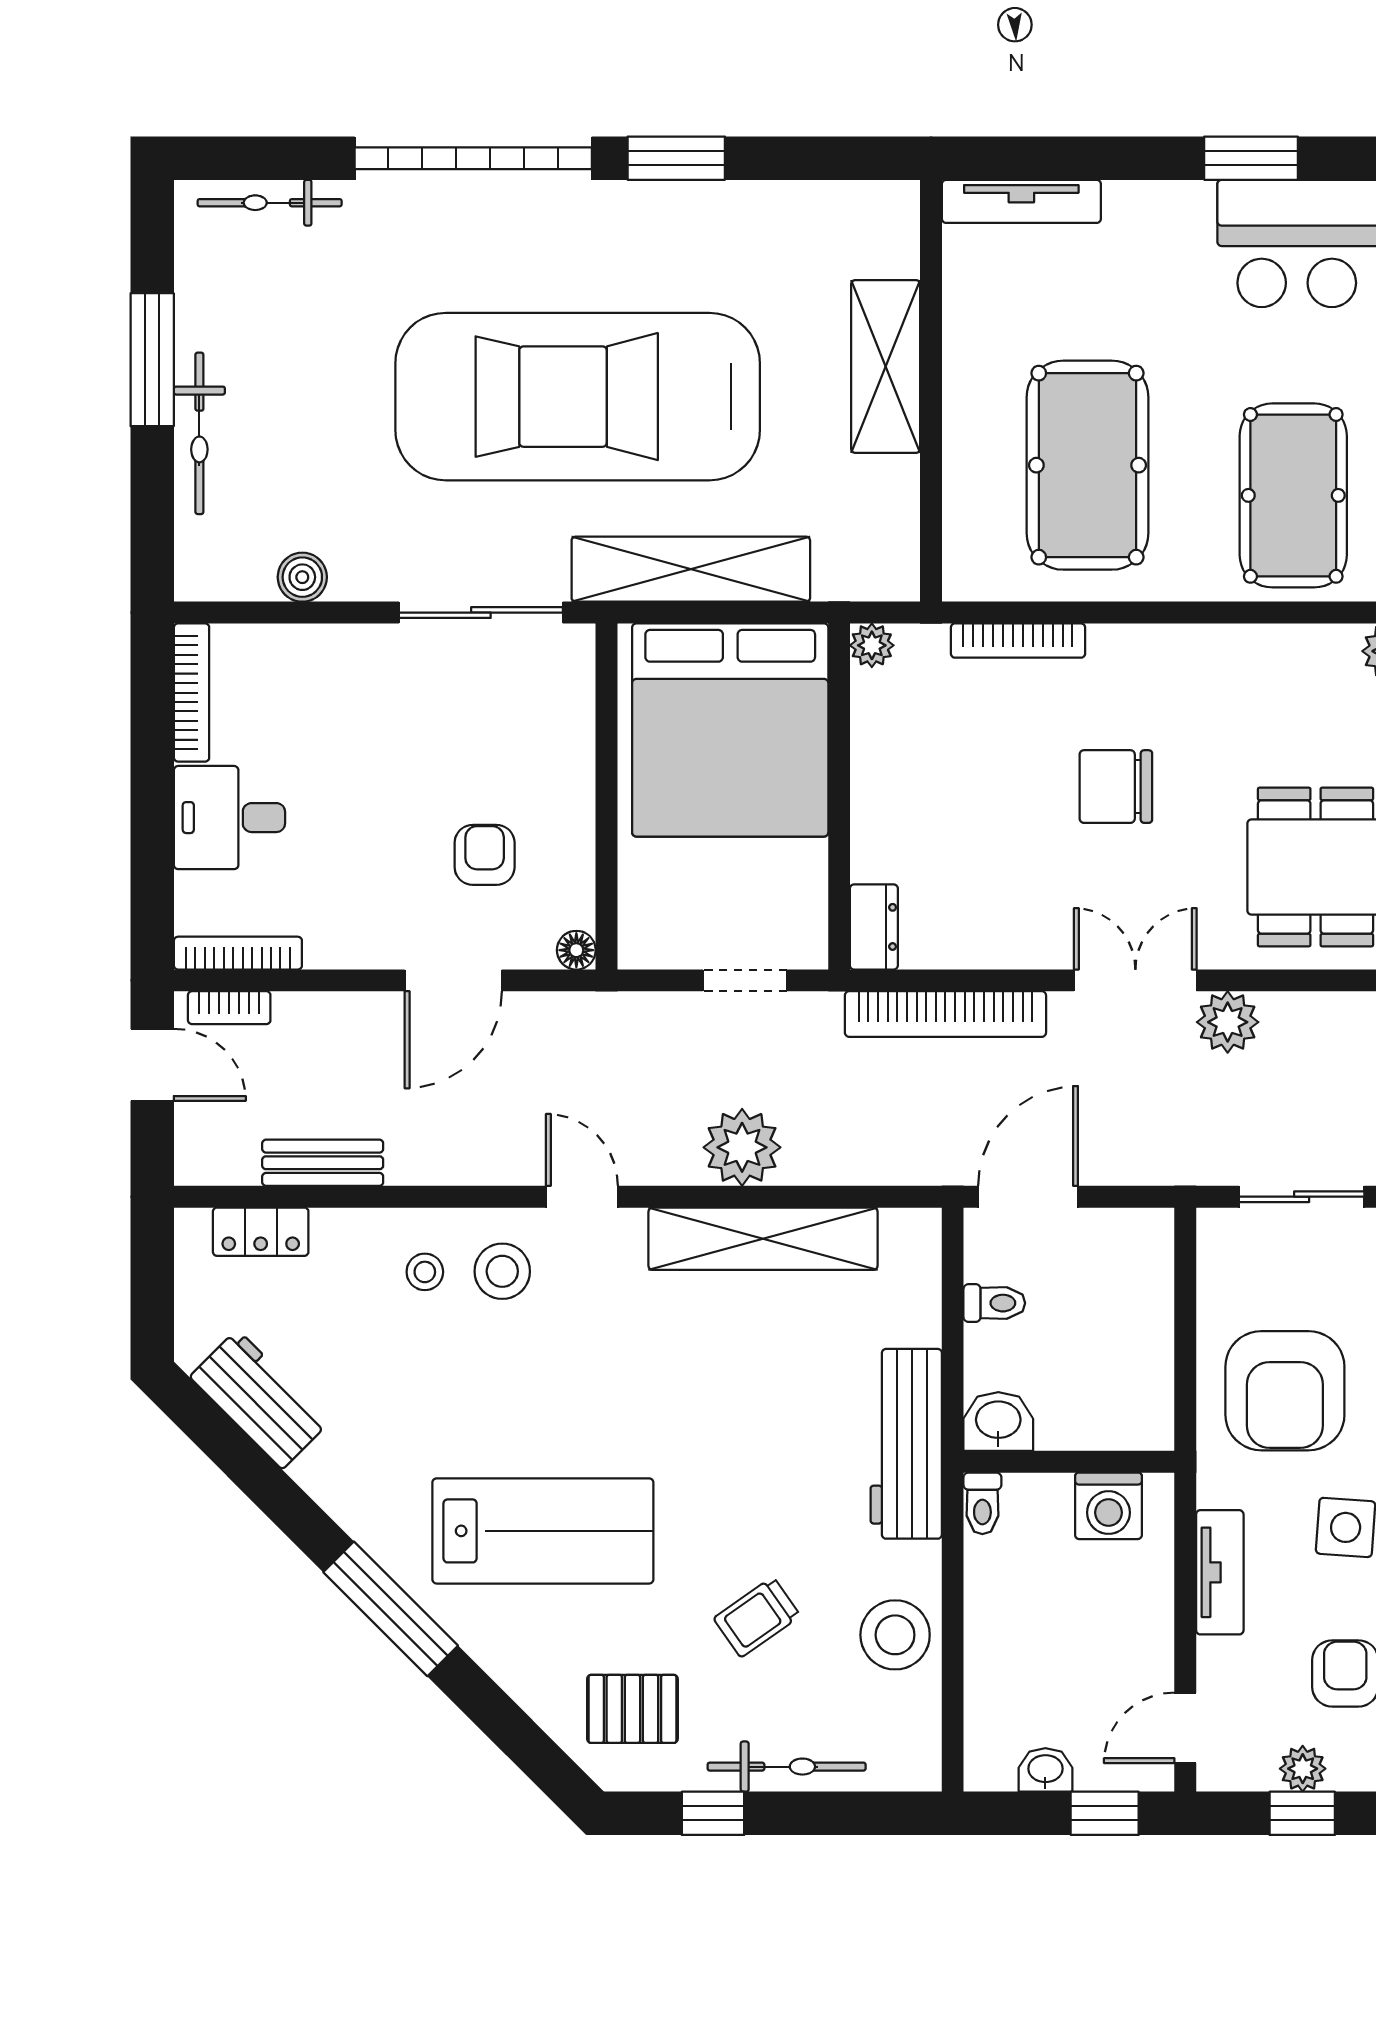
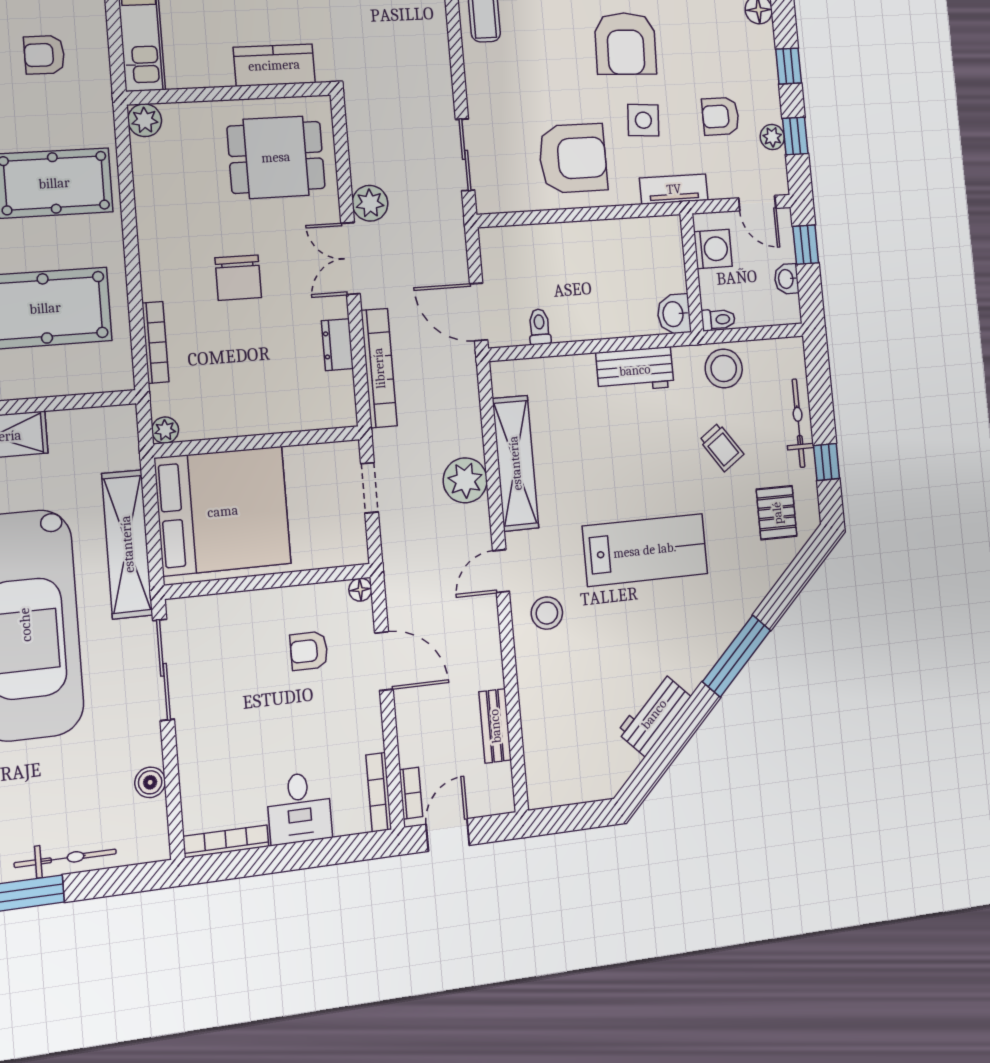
dresser: (874, 927) -> (337, 345), moved, turned -90
locker: (261, 1232) -> (537, 758), removed
stool: (425, 1272) -> (551, 658), removed
workbench: (260, 1399) -> (654, 714), moved
washbasin: (998, 1421) -> (674, 314), moved
workbench: (906, 1444) -> (635, 370), width x0.73
wall: (1069, 1462) -> (692, 273), moved
toilet: (982, 1503) -> (718, 320), moved
washing machine: (1108, 1506) -> (713, 249), moved
lab bench: (543, 1531) -> (645, 550), moved, turned 90

